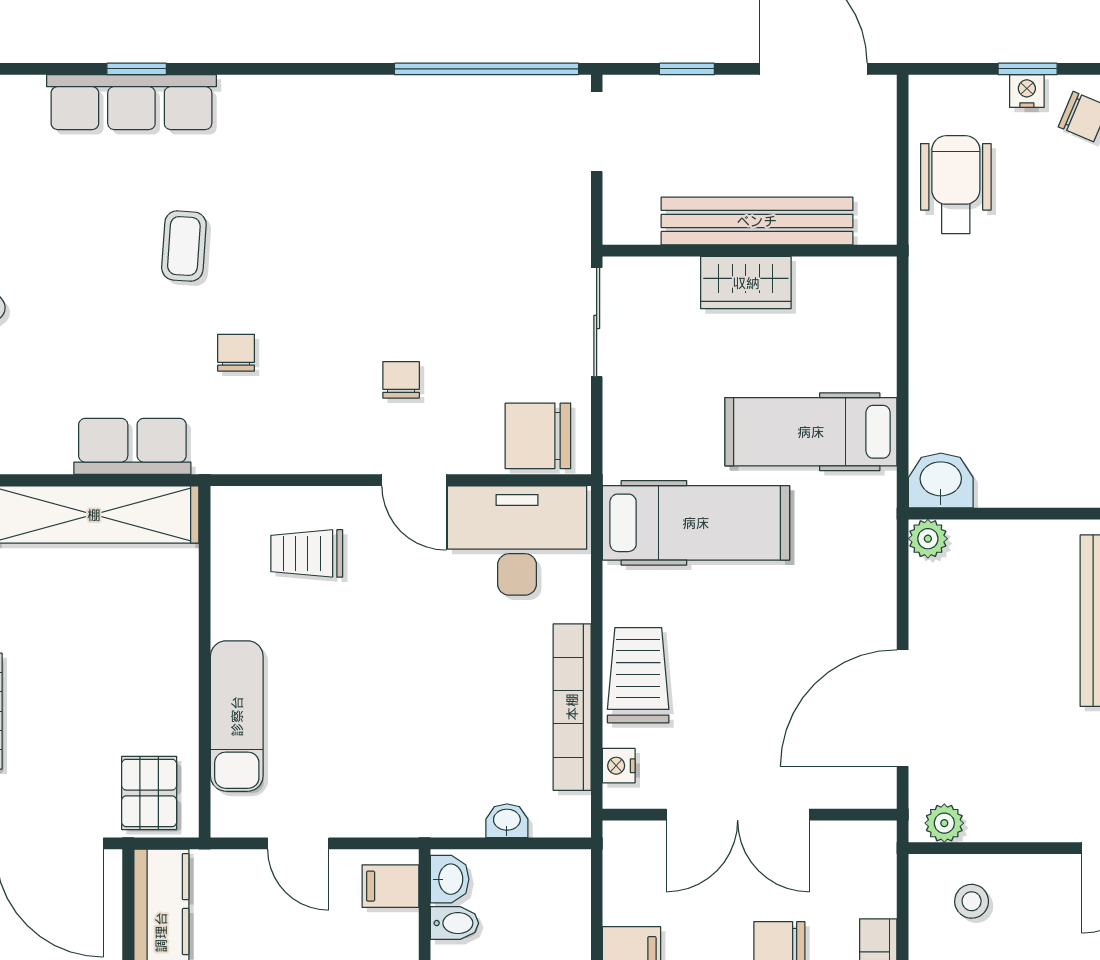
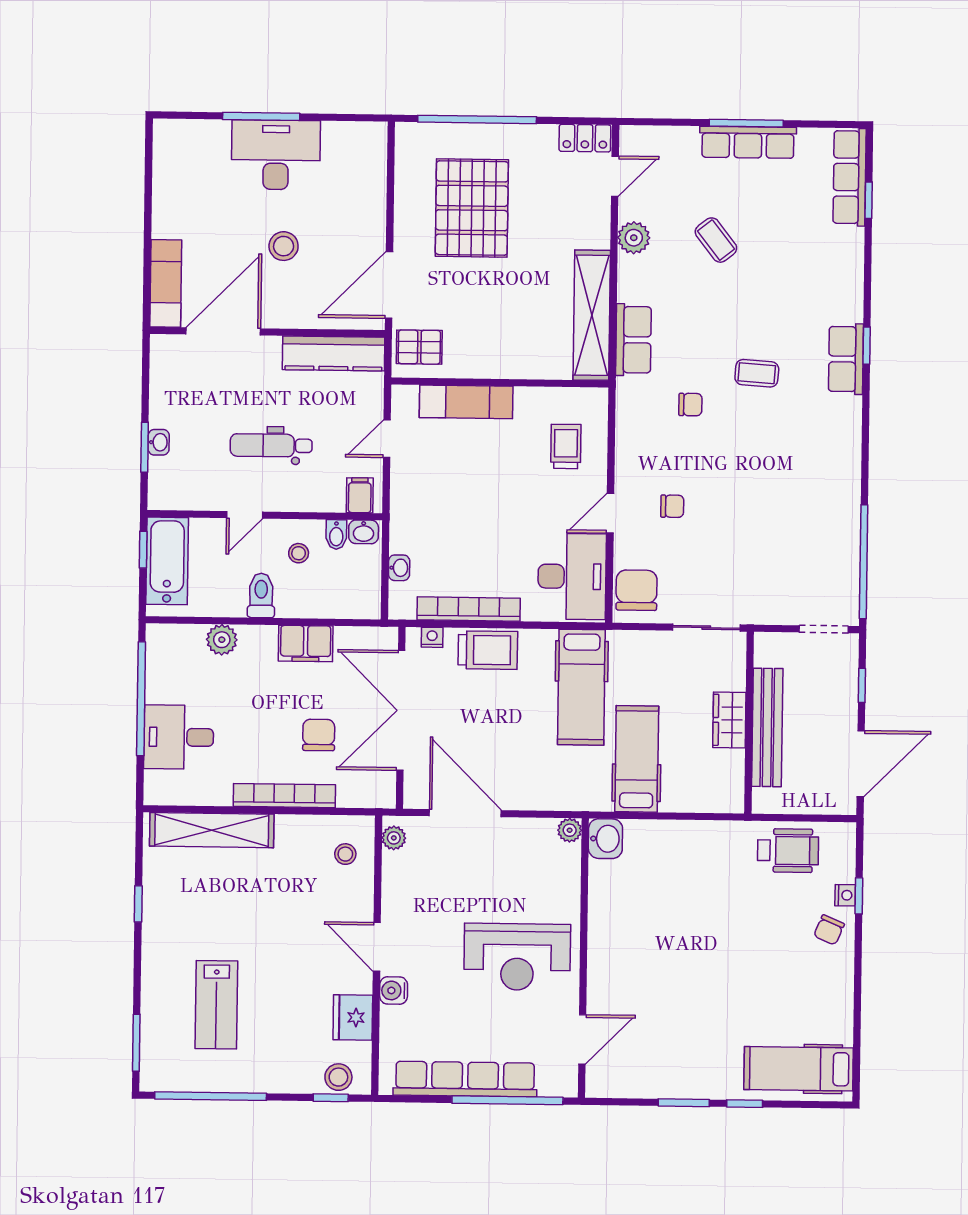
row of seats: (131, 102) -> (846, 359), width x0.68
double door: (738, 815) -> (401, 710), width x1.36

